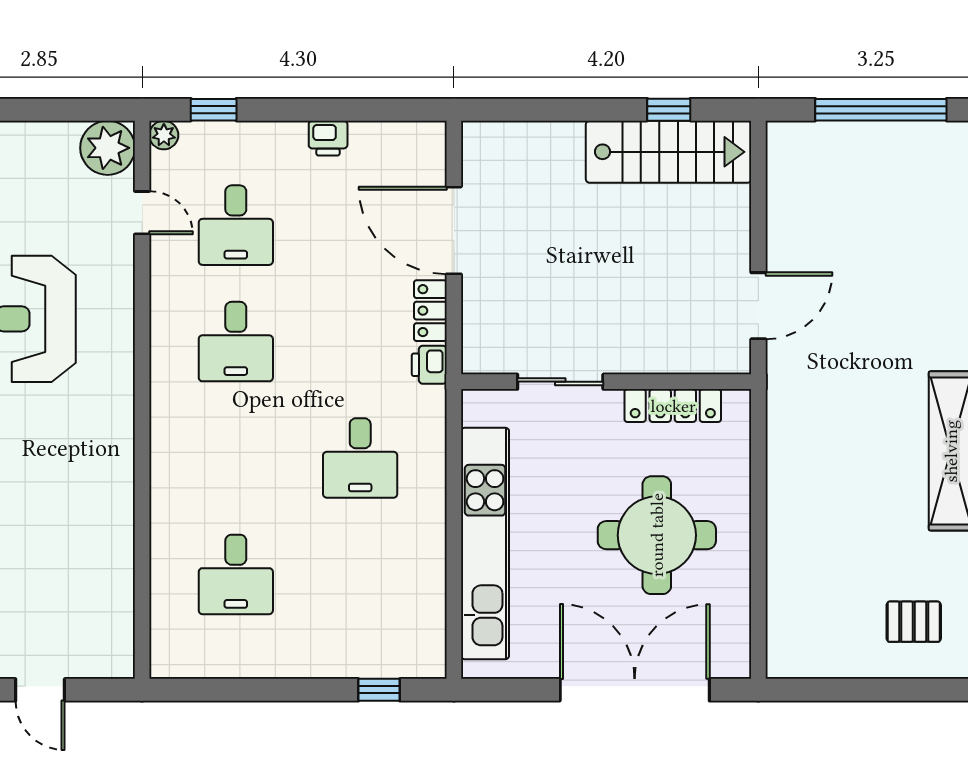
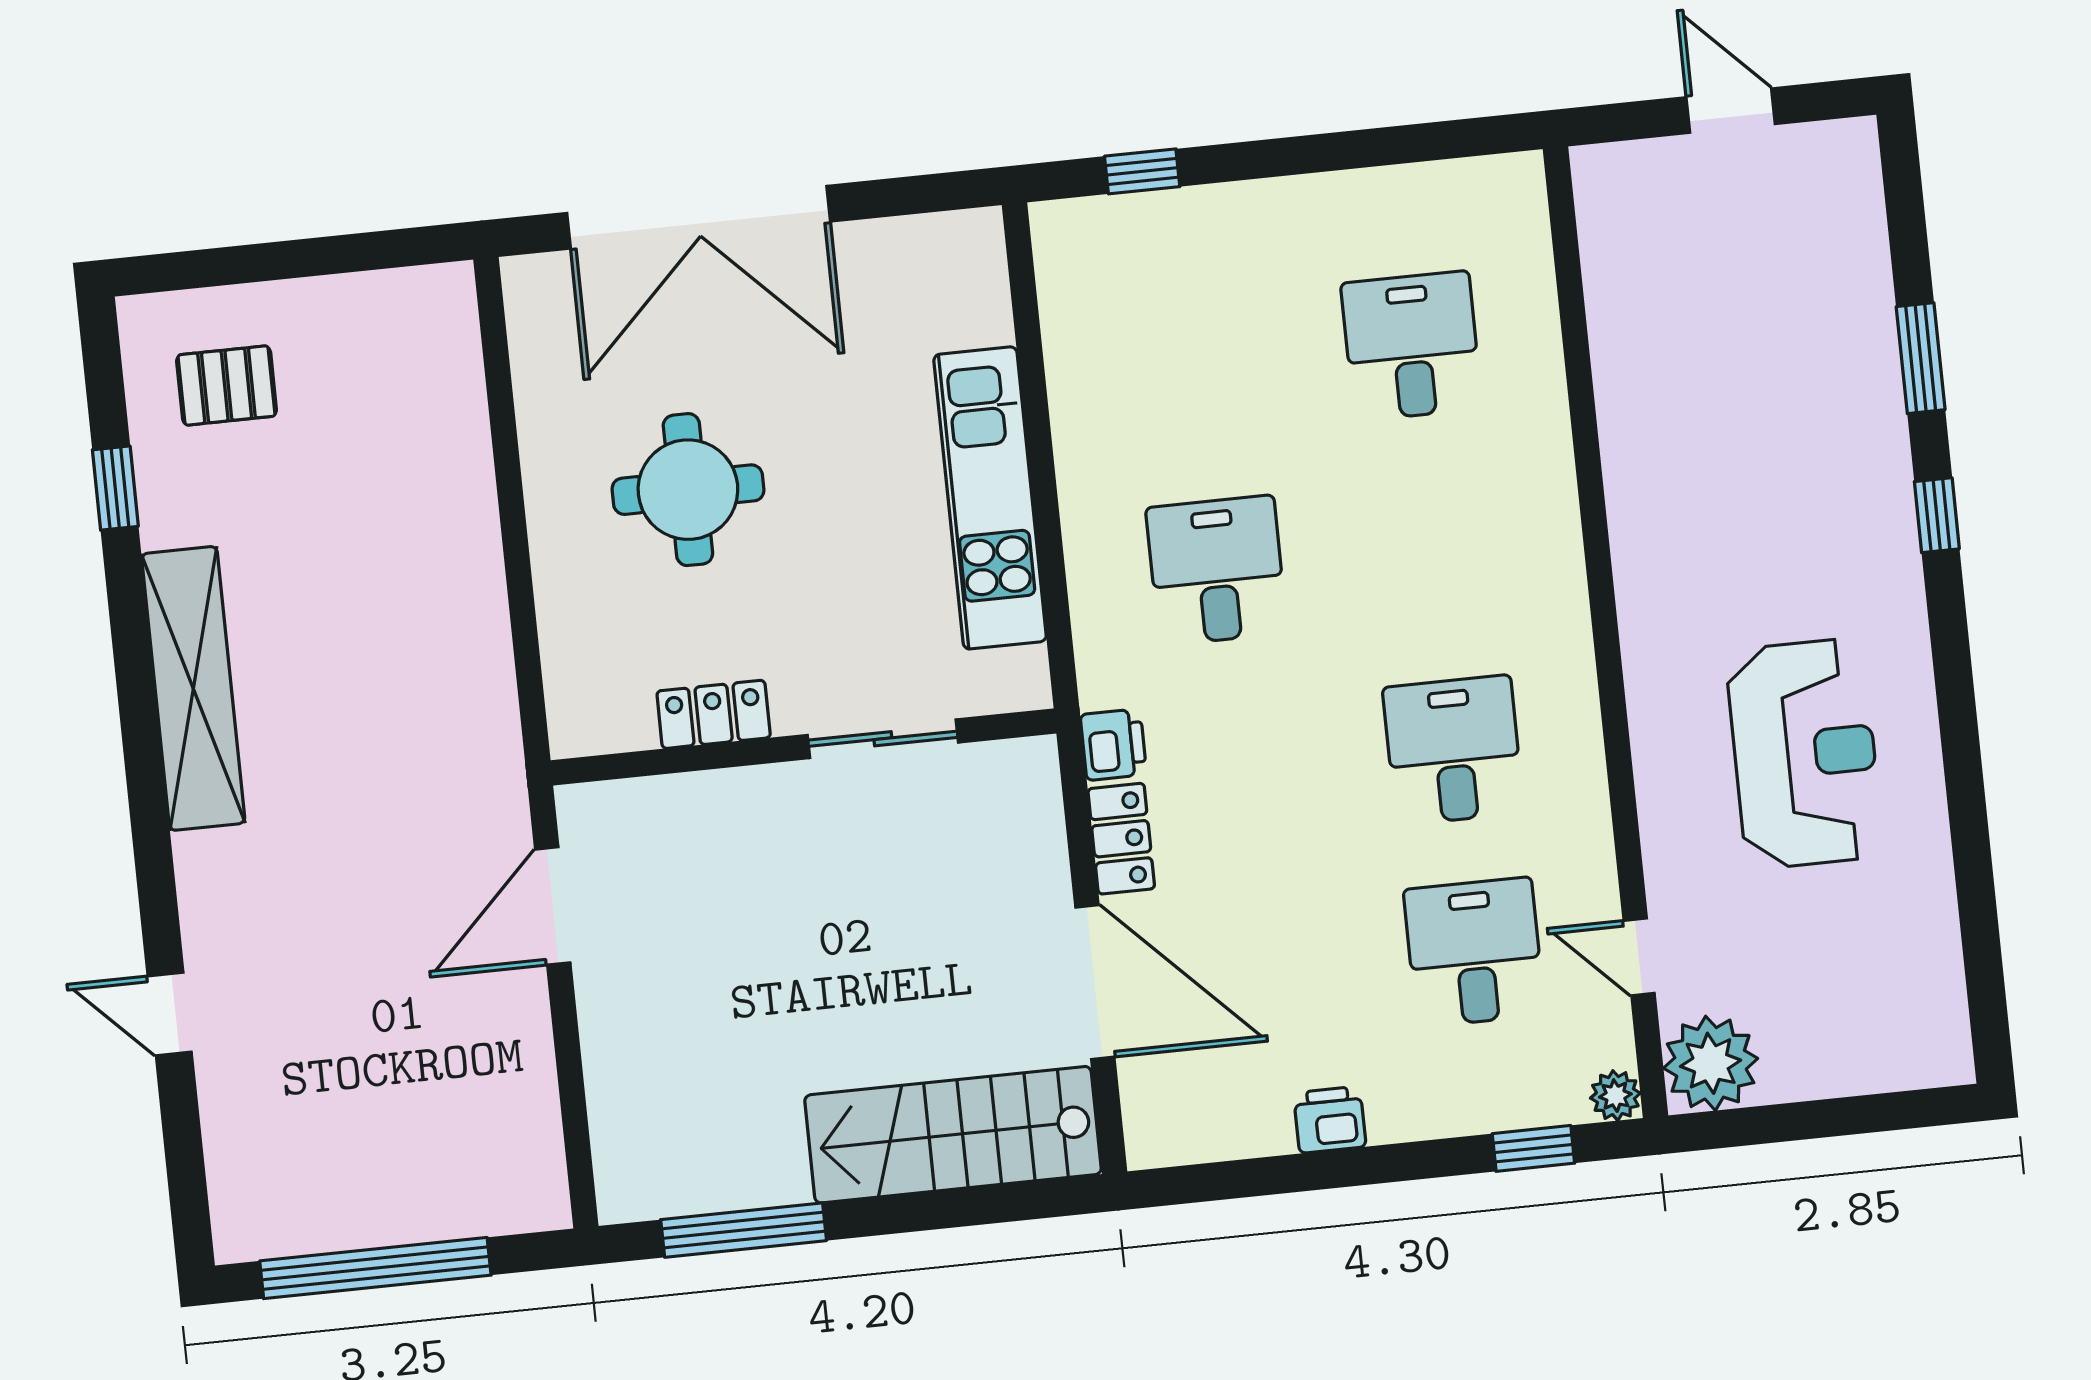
window: (669, 110) -> (744, 1230), width x2.17
stairs: (669, 152) -> (953, 1135), moved
locker: (673, 406) -> (714, 714), width x0.66
round table: (657, 535) -> (688, 490), width x0.73, depth x0.73
kitchen unit: (485, 543) -> (990, 498), width x0.73

